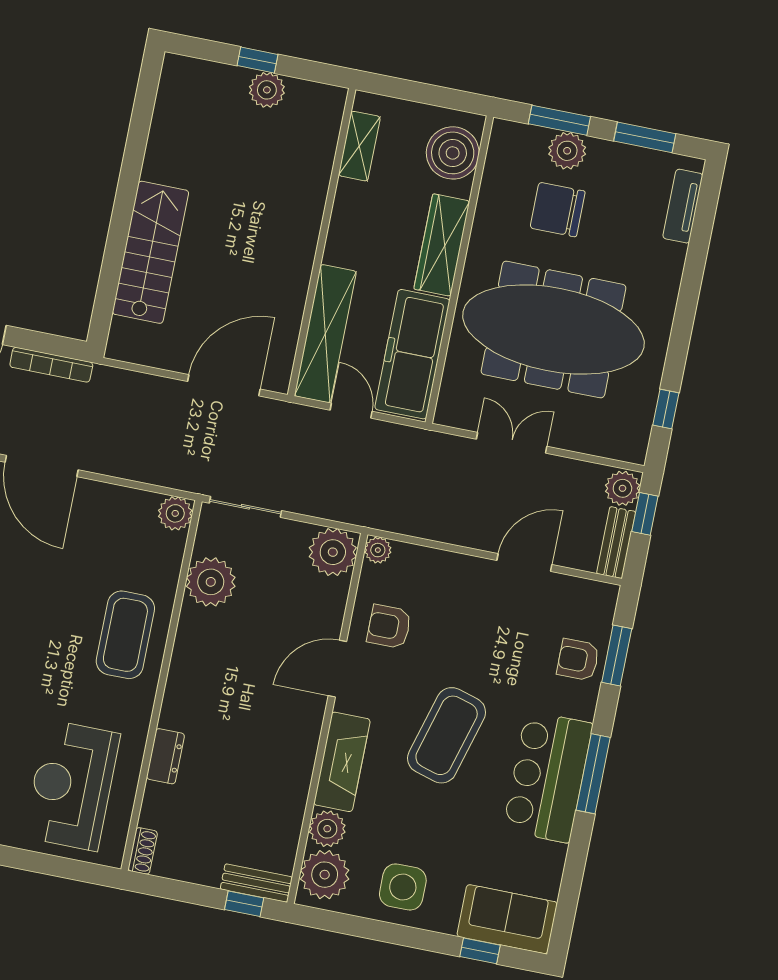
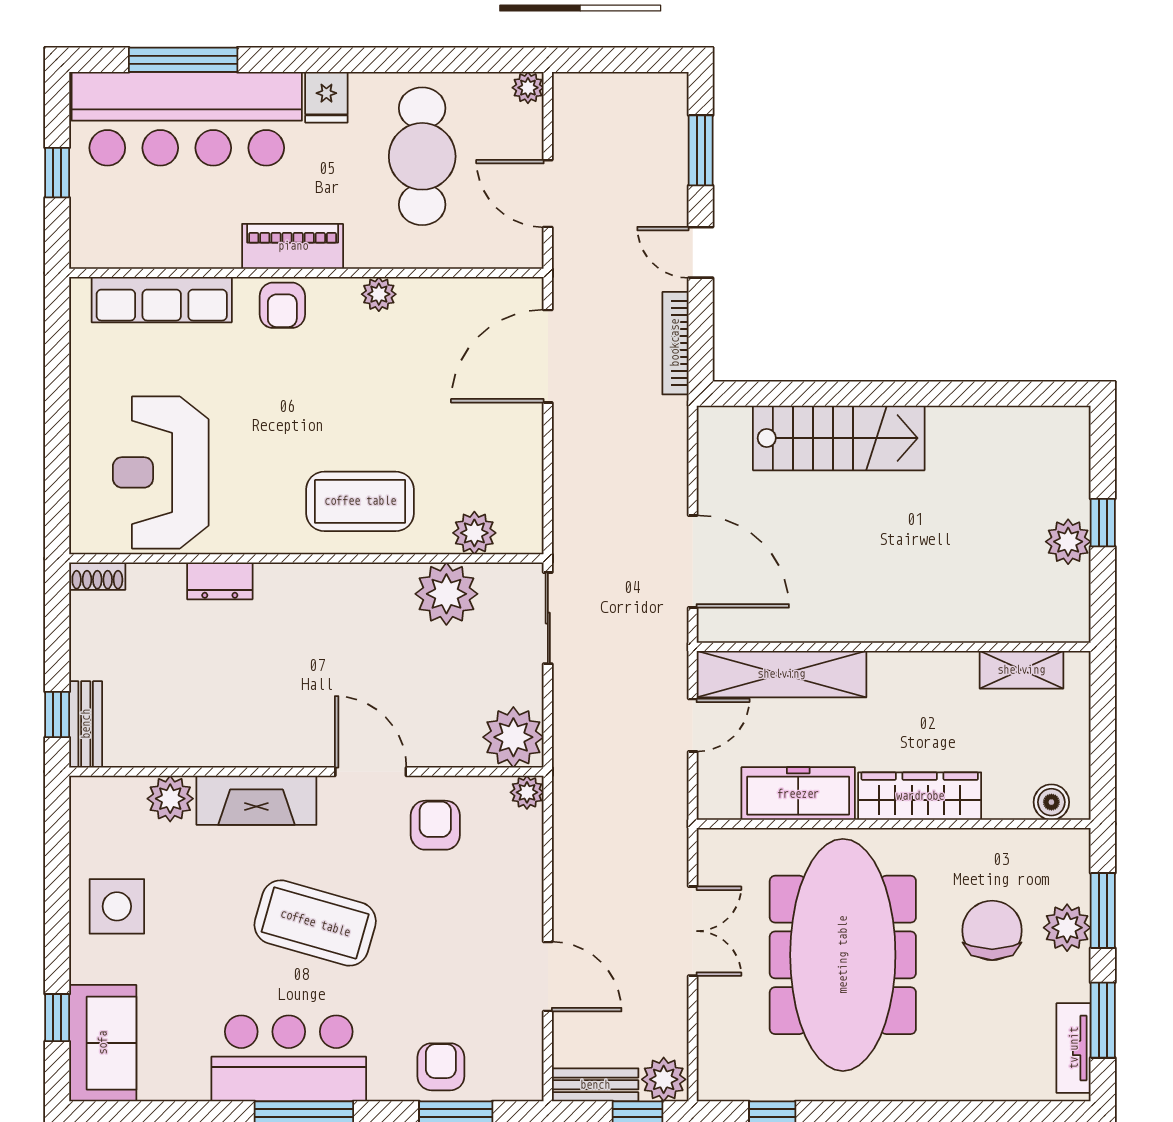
boiler: (453, 153) -> (1051, 802), width x0.54, depth x0.54
tv unit: (683, 206) -> (1074, 1048), moved, turned -90
freezer: (412, 354) -> (798, 794), width x0.73, depth x0.79
plant: (175, 513) -> (474, 533), moved
reception desk: (72, 785) -> (161, 472), turned -90
plant: (325, 875) -> (113, 807), removed

